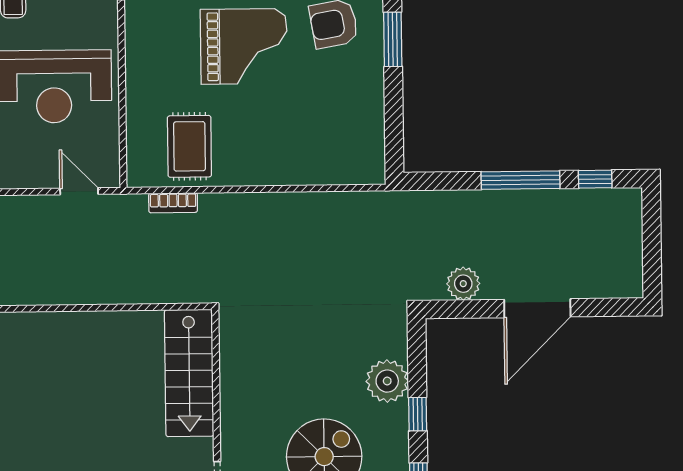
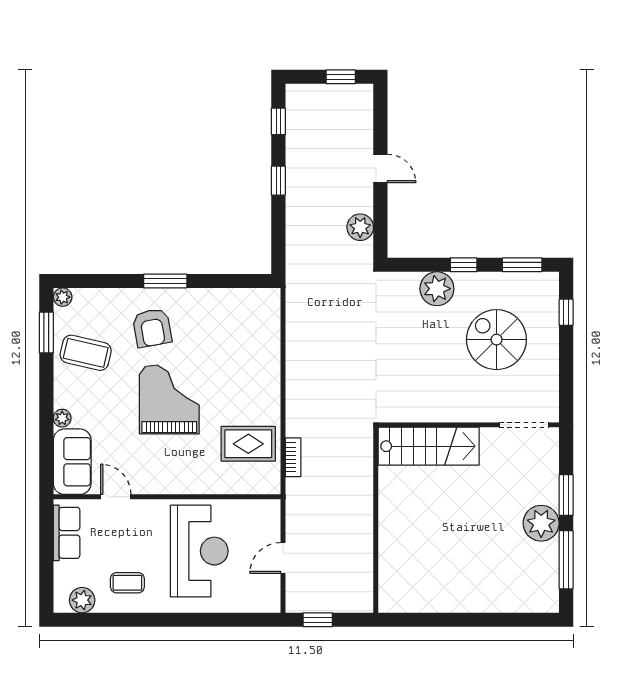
window: (521, 180) -> (278, 181), width x0.46
door: (79, 191) -> (283, 558), moved
window: (652, 257) -> (341, 77), added
door: (537, 308) -> (380, 168), width x0.53

